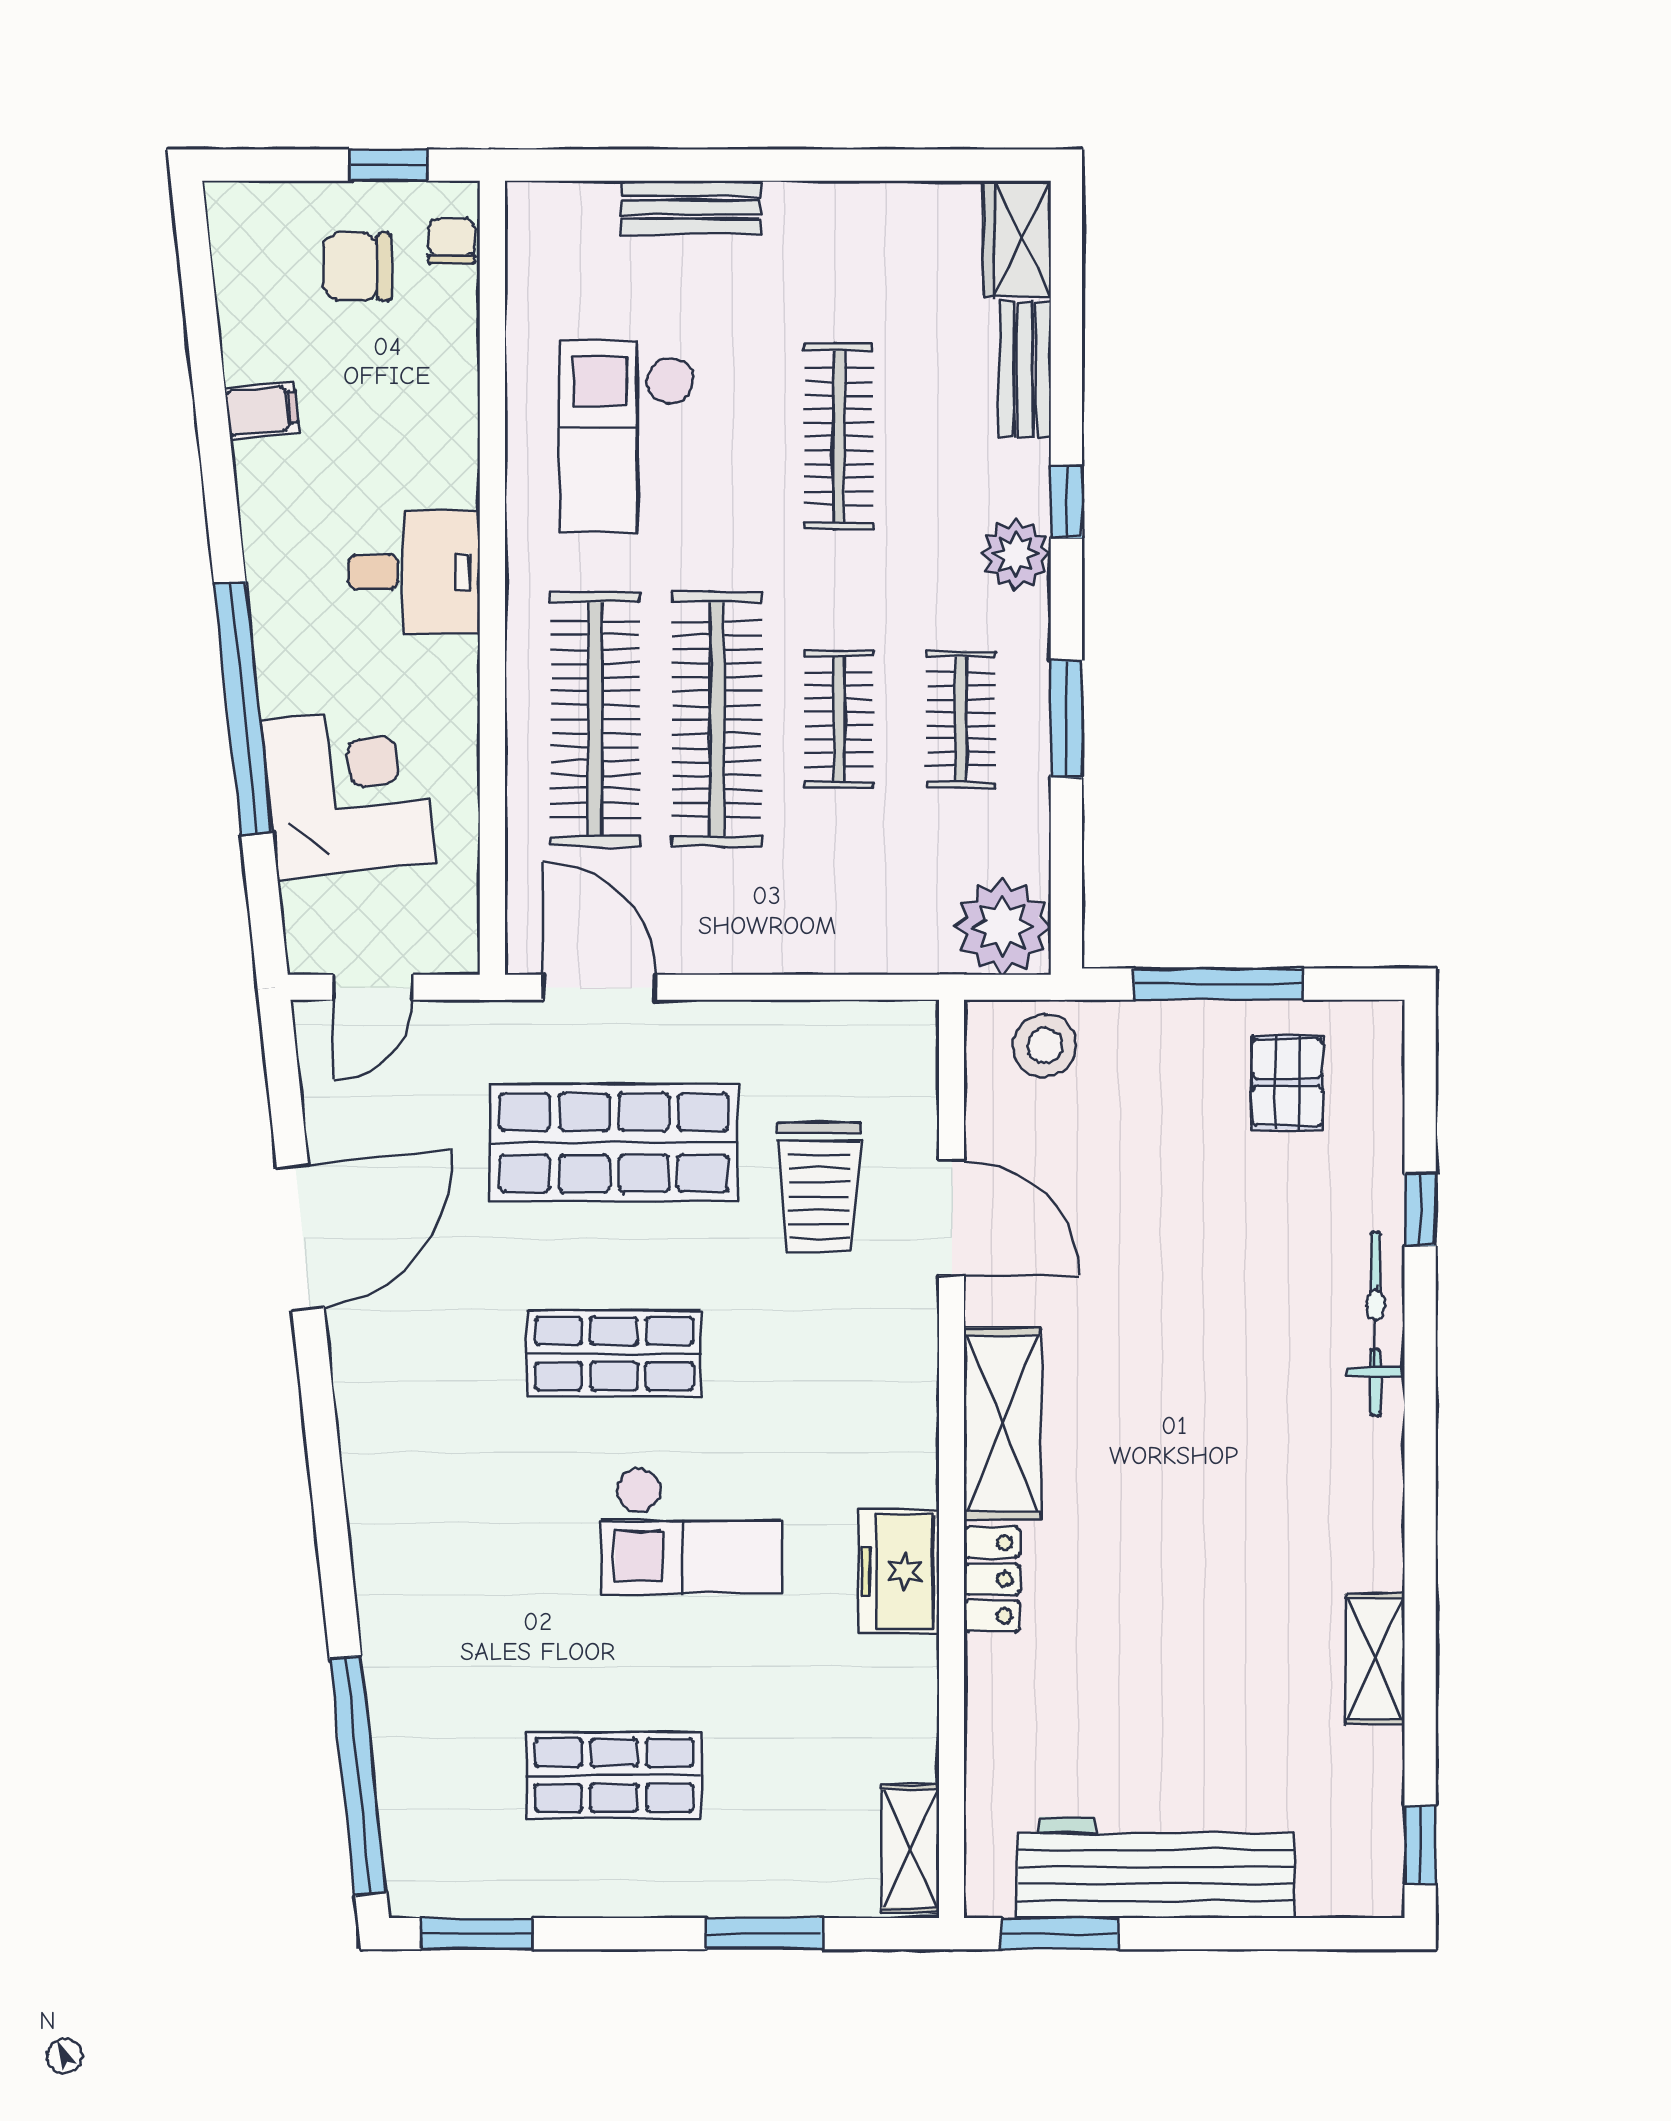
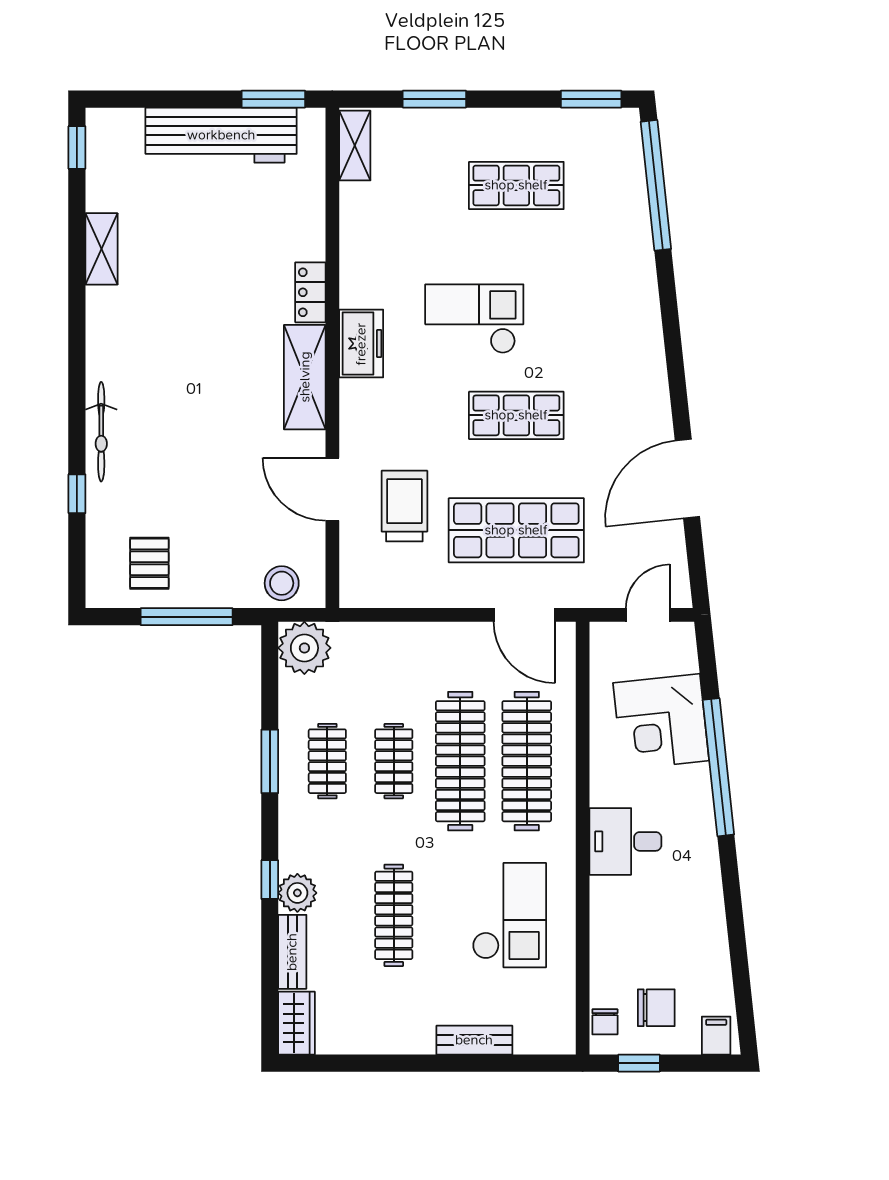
filing cabinet: (262, 410) -> (716, 1036), moved, turned 96
plant: (1016, 554) -> (297, 893), moved
freezer: (899, 1571) -> (361, 344), moved

